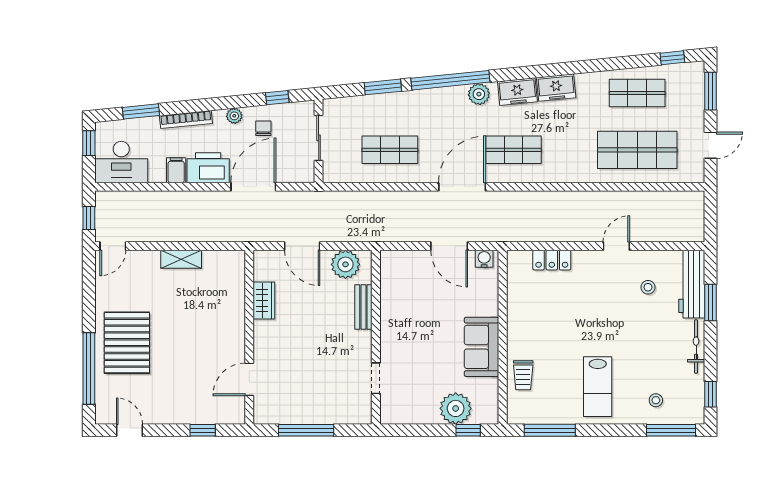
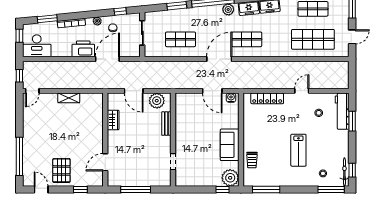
filing cabinet: (176, 170) -> (66, 50), removed
locker: (552, 260) -> (267, 98), width x1.53
pallet: (127, 343) -> (61, 170), moved, width x0.73, depth x0.71
bicycle: (696, 347) -> (344, 172), moved
lab bench: (598, 387) -> (298, 150), moved
plant: (456, 408) -> (230, 178), moved

